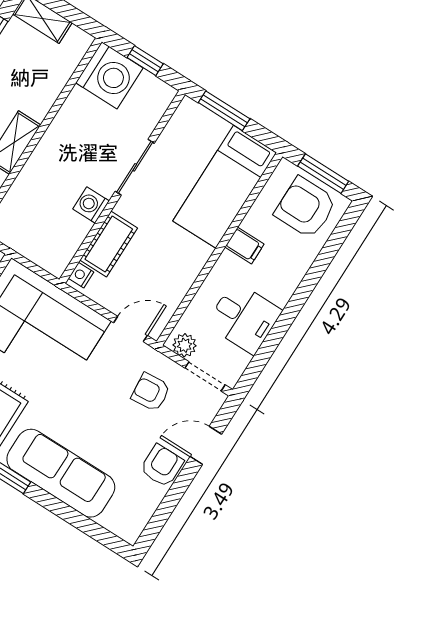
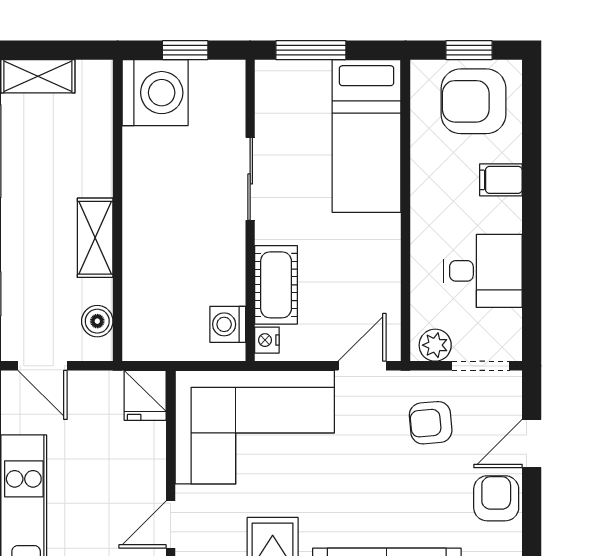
window: (323, 174) -> (469, 50), width x0.67
washing machine: (91, 205) -> (228, 324), moved
filing cabinet: (244, 245) -> (501, 180), moved, turned 180

